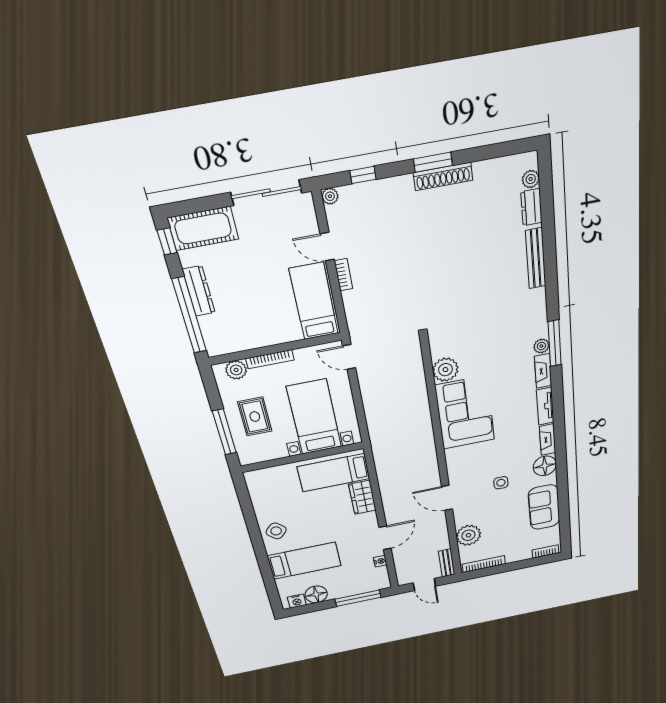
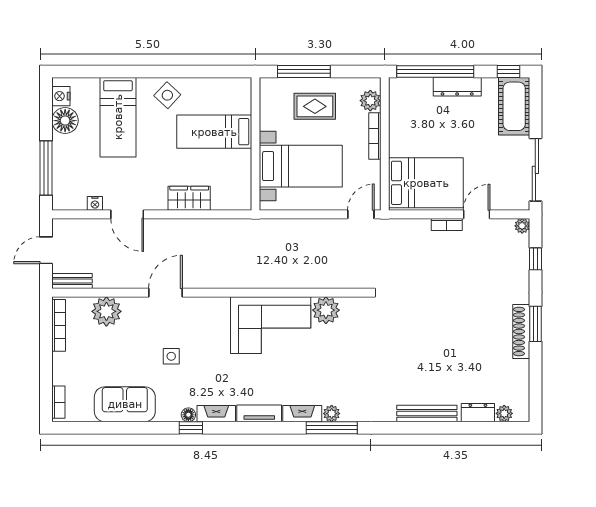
bed: (314, 301) -> (426, 183), width x1.50
window: (561, 456) -> (191, 428), added
floor lamp: (545, 466) -> (188, 415), width x0.53, depth x0.53
bed: (334, 473) -> (214, 132), moved, turned -90

